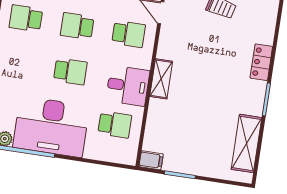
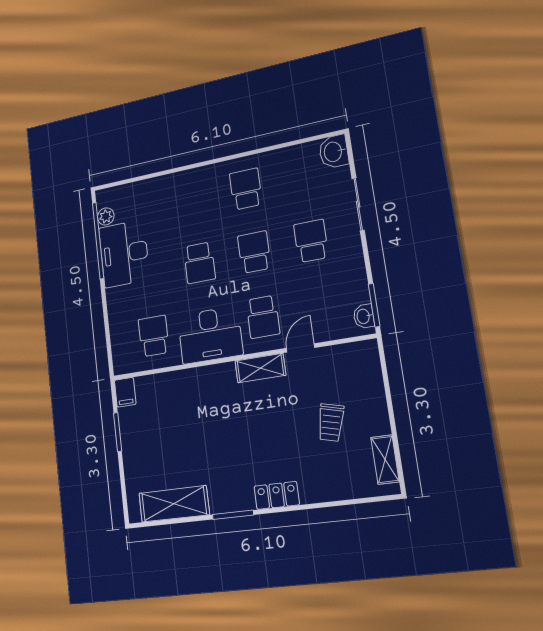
shelving: (161, 79) -> (260, 368), moved
desk: (128, 86) -> (210, 335), width x1.37
school desk: (115, 125) -> (154, 336), turned 180
desk: (51, 127) -> (124, 254), width x0.73, depth x0.77

